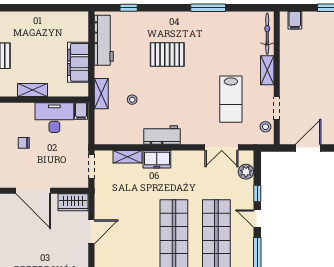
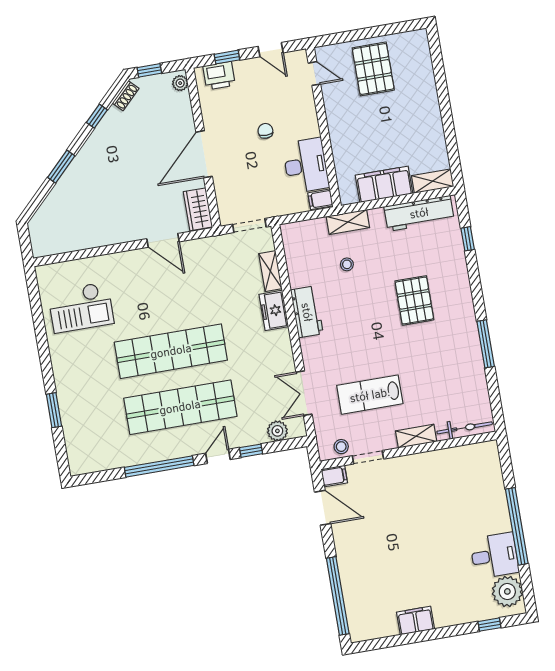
filing cabinet: (295, 20) -> (334, 476), moved, turned 180
shelving: (33, 90) -> (433, 181), moved, turned 90

